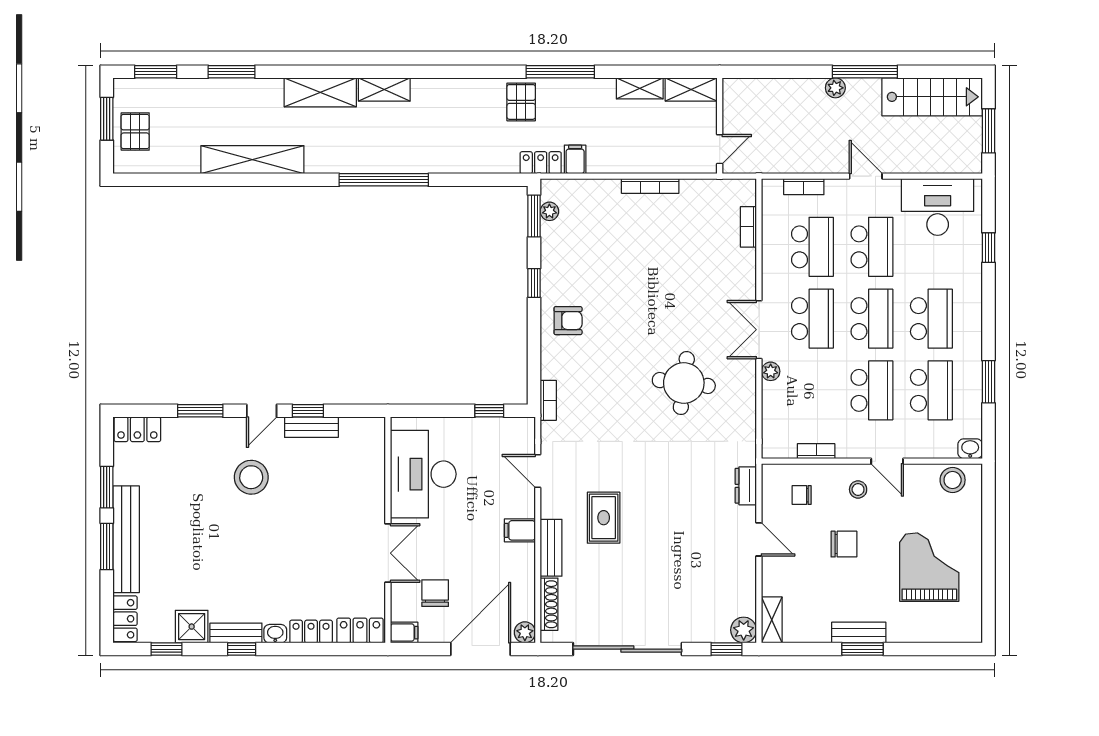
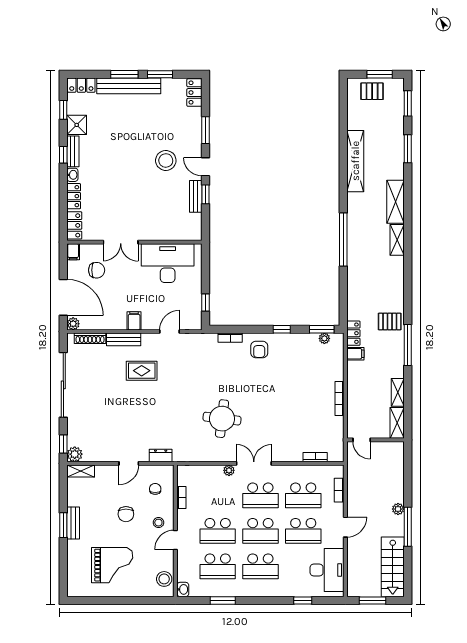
bookcase: (548, 400) -> (230, 338), moved

